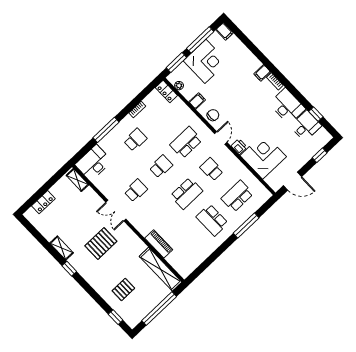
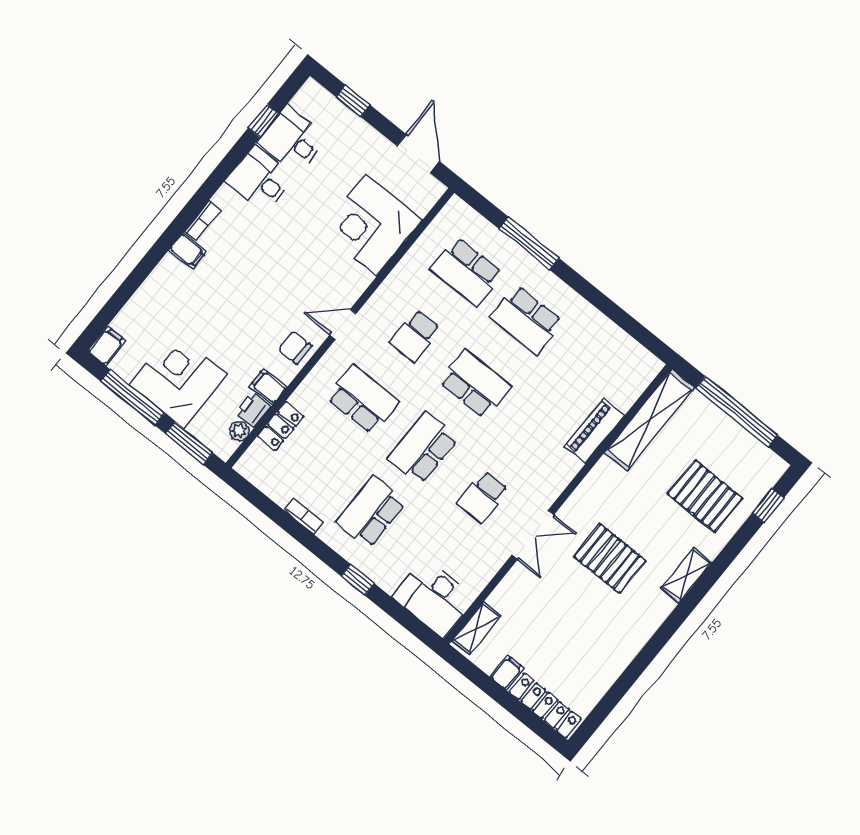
locker: (166, 91) -> (281, 426), moved
desk: (287, 106) -> (260, 179), width x0.73
window: (106, 130) -> (358, 580), width x0.46
school desk: (135, 140) -> (371, 512), width x1.85
school desk: (186, 143) -> (363, 399), turned 180
printer: (239, 147) -> (253, 409), moved
school desk: (161, 166) -> (423, 448), width x1.85
school desk: (136, 190) -> (483, 497), turned -90
filing cabinet: (56, 191) -> (507, 672), added
locker: (43, 202) -> (545, 706), width x1.53
school desk: (212, 220) -> (527, 320), turned 90
shelving: (62, 248) -> (687, 575), moved
window: (69, 269) -> (674, 622), removed
pallet: (123, 289) -> (705, 496), width x1.50, depth x1.42

